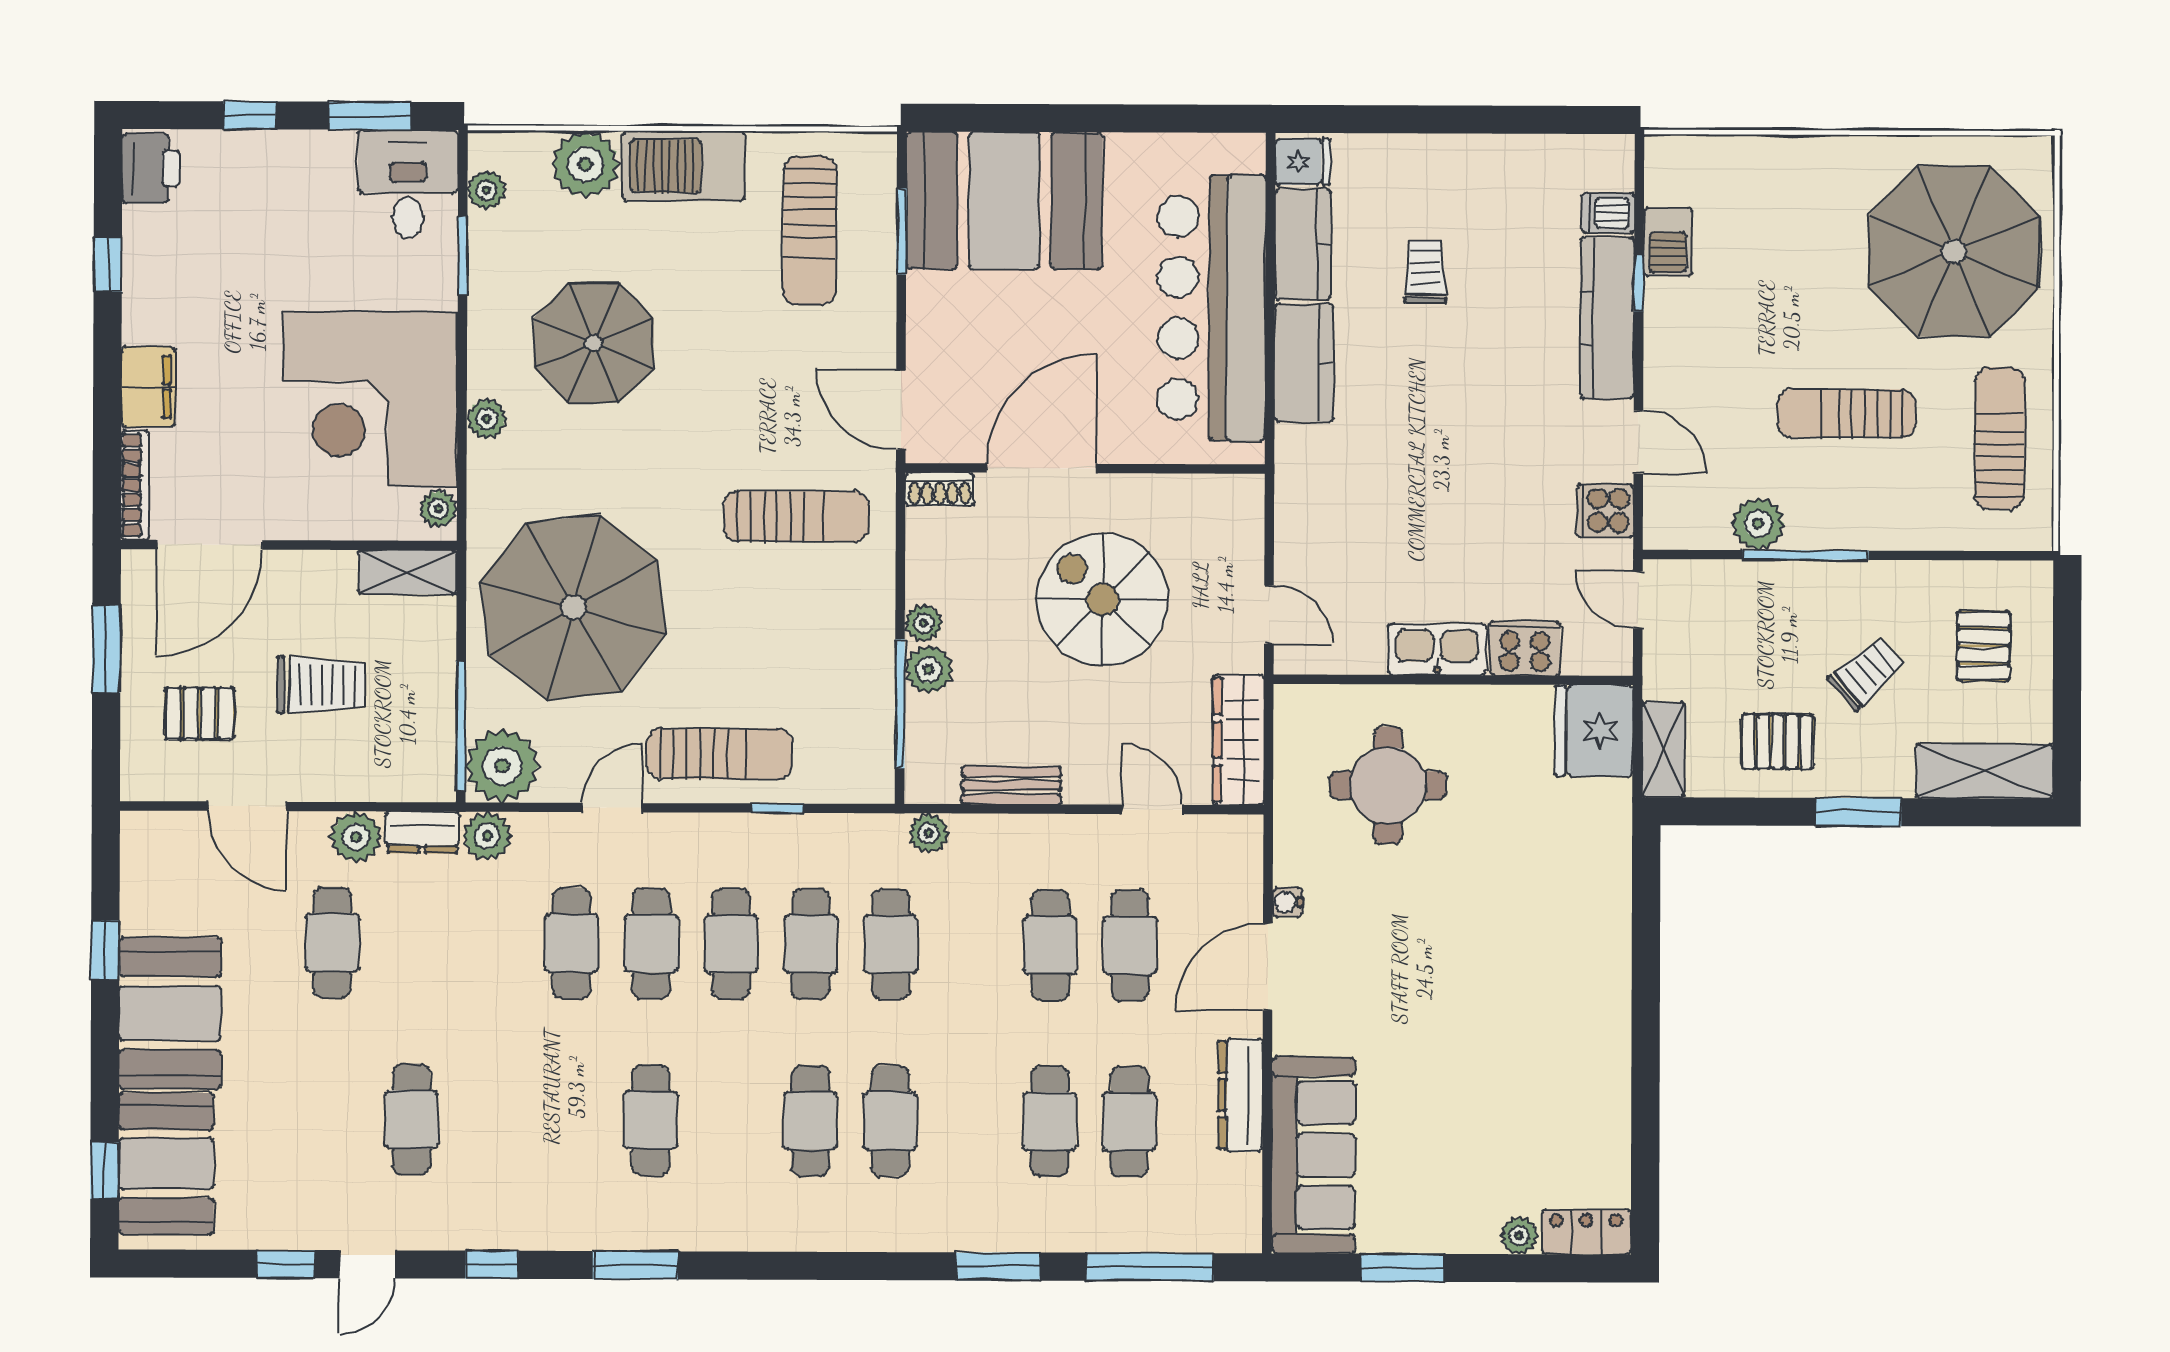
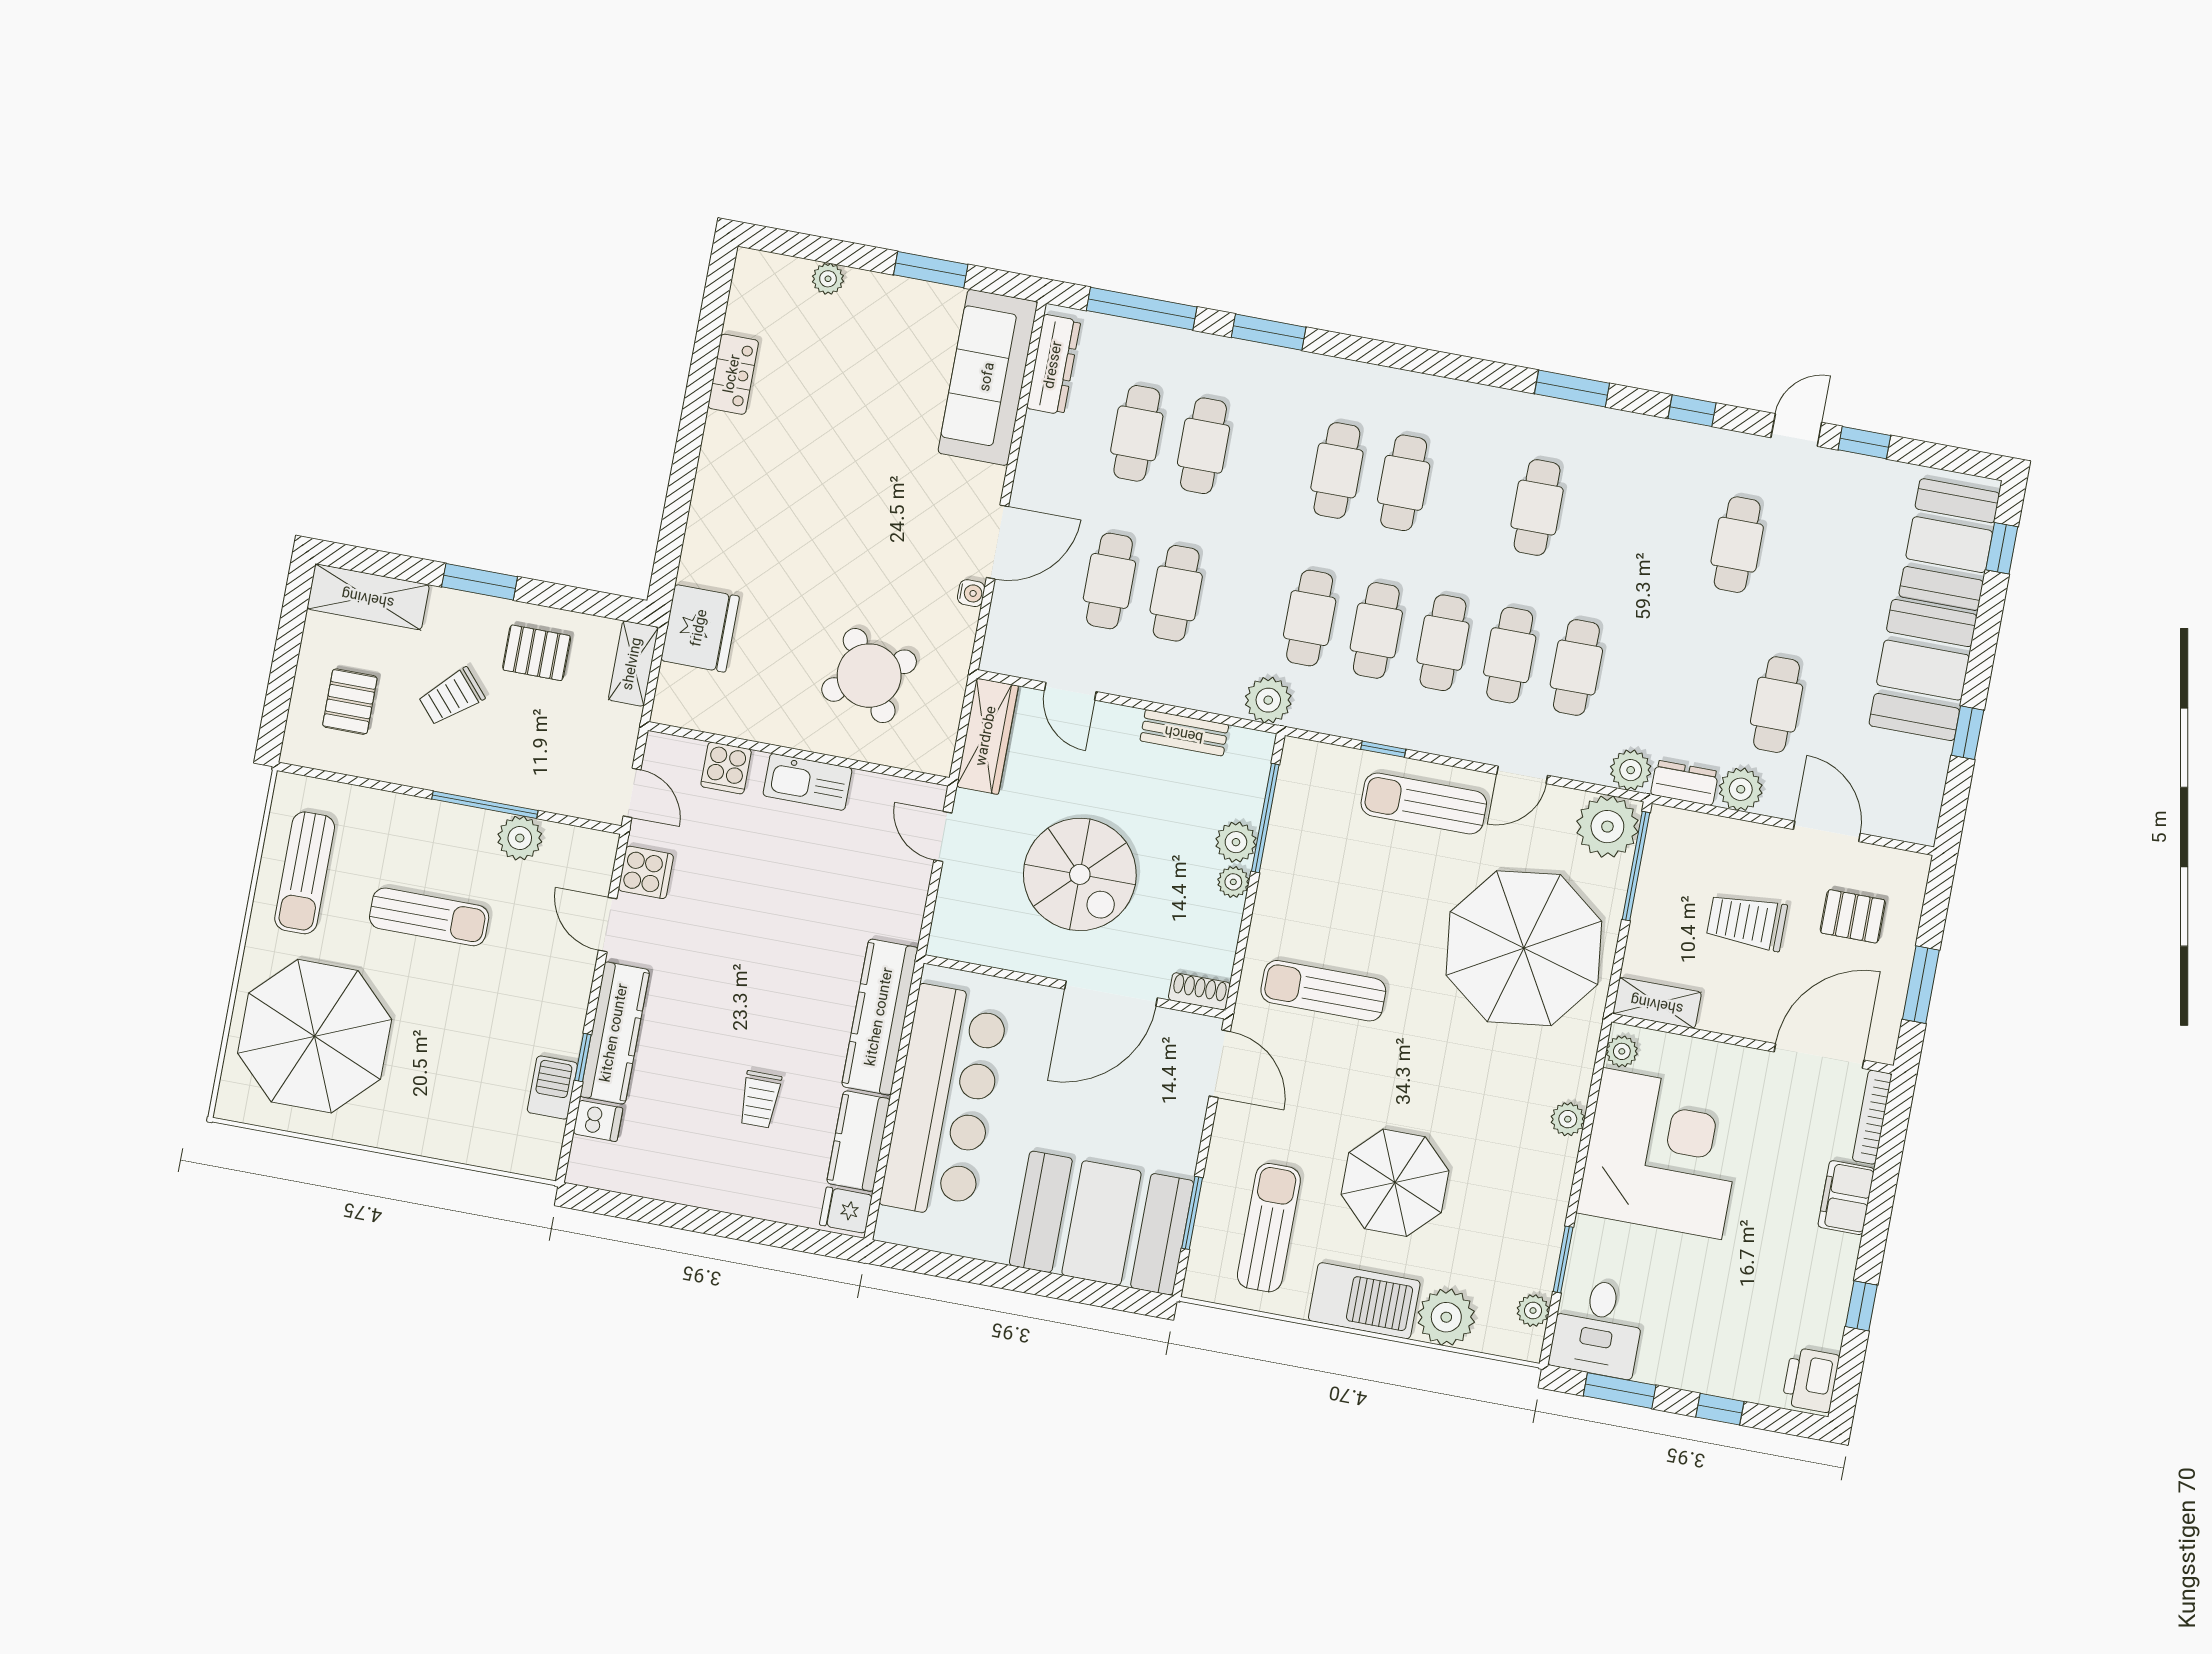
parasol: (594, 343) -> (1395, 1183), moved
kitchen counter: (1304, 363) -> (880, 1017), width x1.50
cooker: (1525, 648) -> (726, 768), width x0.73
fridge: (1594, 731) -> (700, 628), moved
round table: (1388, 785) -> (869, 676), turned -32
plant: (929, 833) -> (1268, 700), width x1.38, depth x1.38
dresser: (1240, 1095) -> (1054, 365), moved
locker: (1586, 1232) -> (733, 374), moved, turned -90

